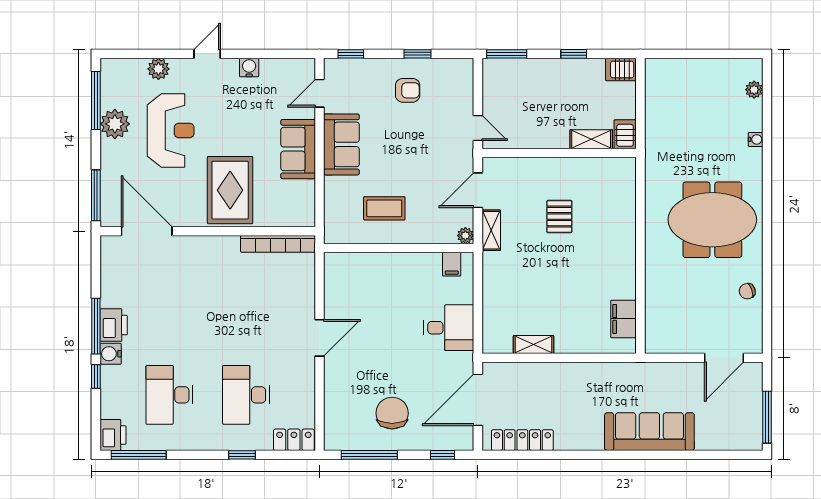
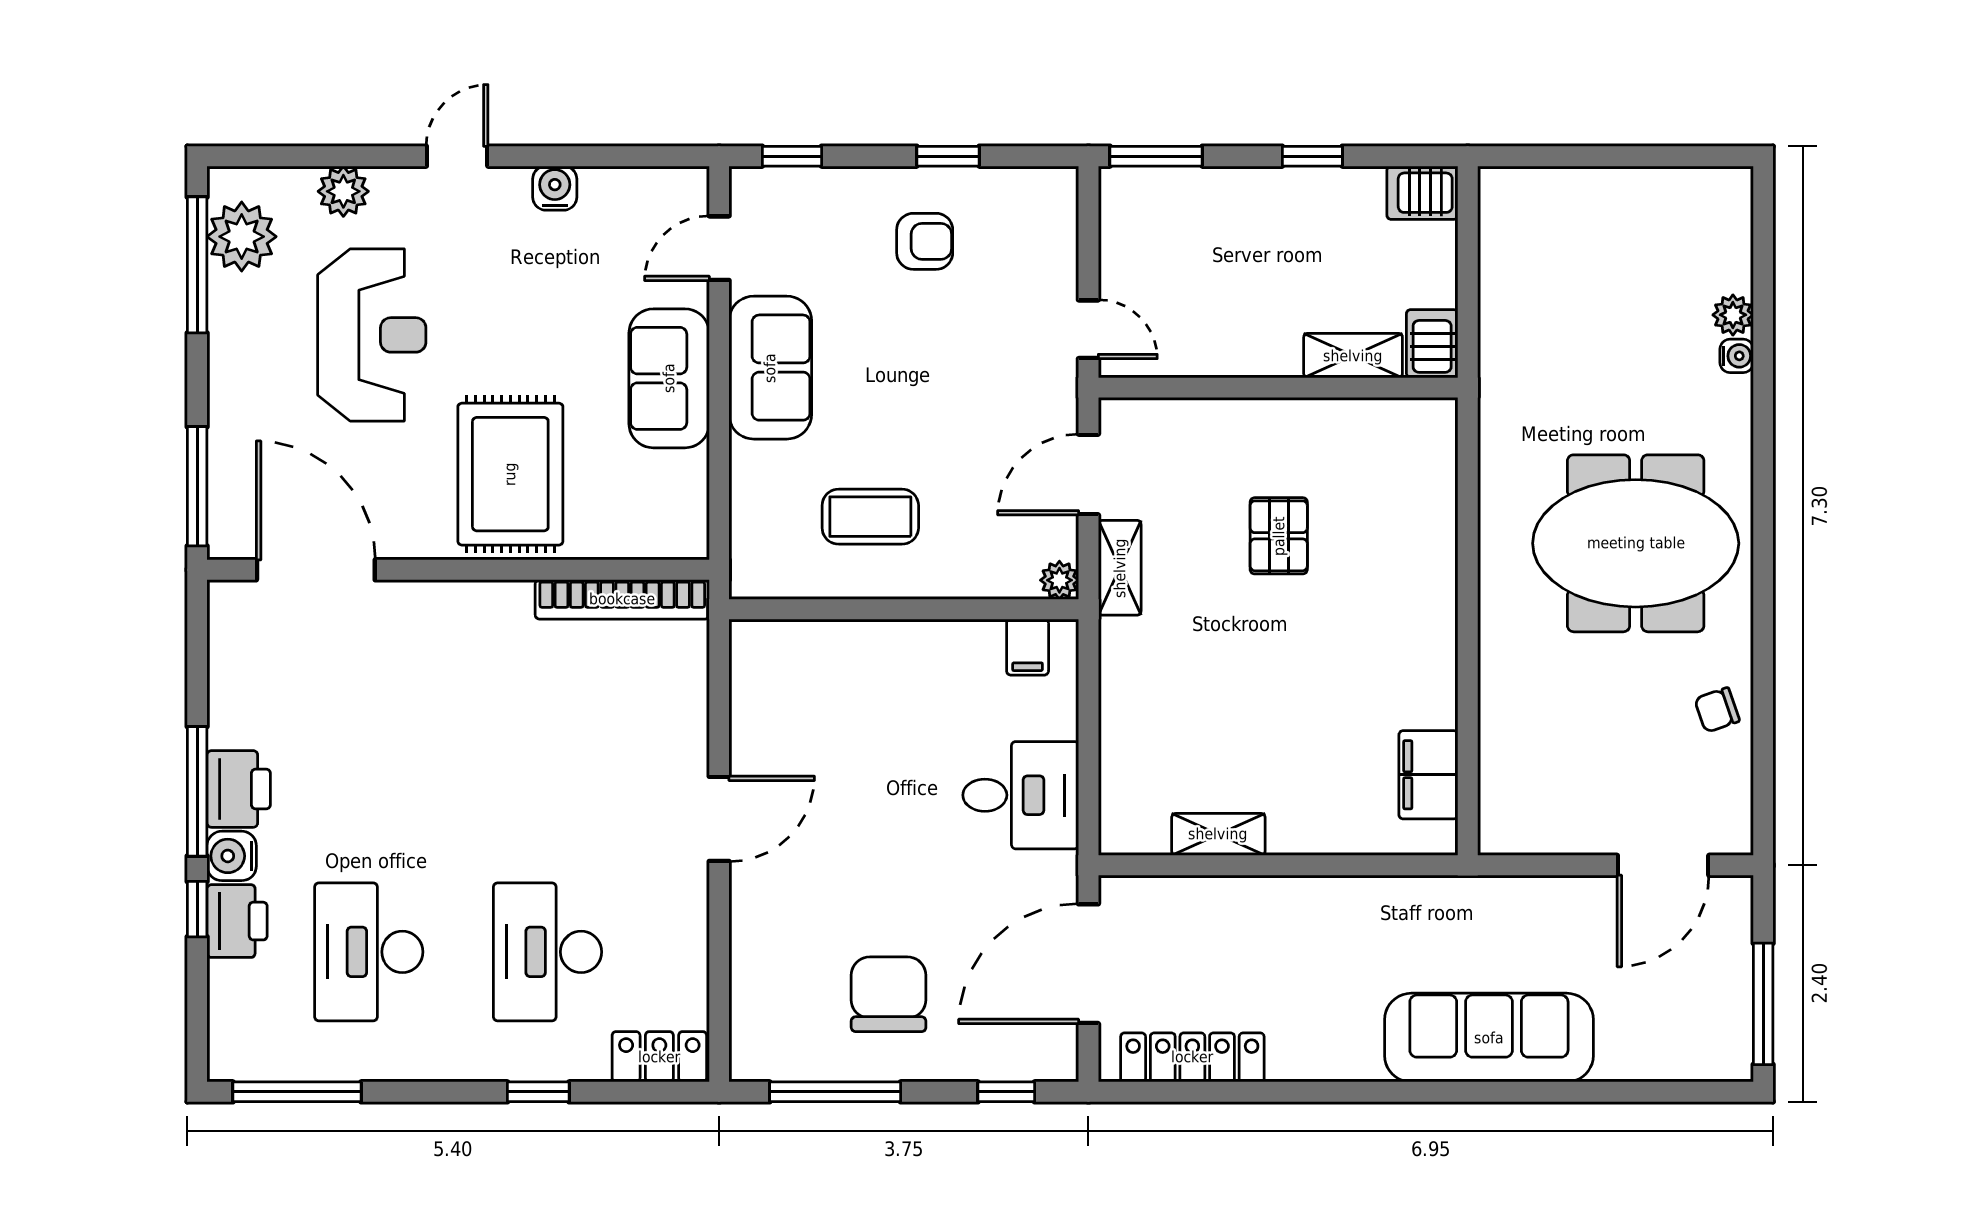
plant: (754, 90) -> (1733, 315), moved
plant: (115, 124) -> (242, 237), moved
printer: (113, 435) -> (237, 921), moved

